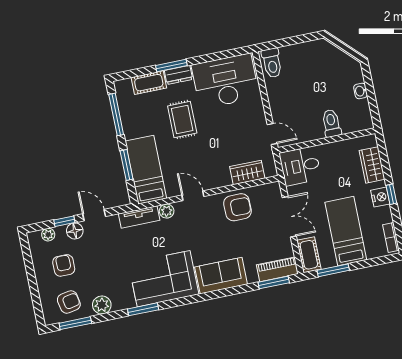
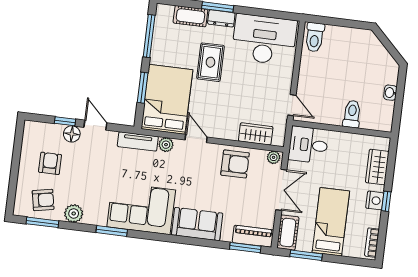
bed: (146, 170) -> (167, 99), width x1.50
plant: (48, 235) -> (274, 157), moved

